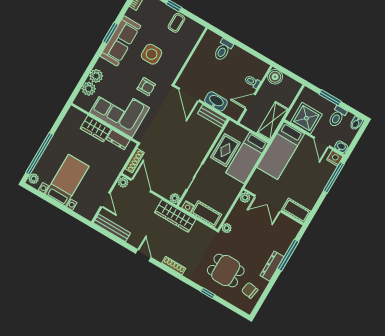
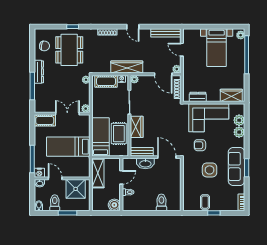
wardrobe: (96, 129) -> (231, 95), moved
wardrobe: (202, 146) -> (137, 127), added
bed: (281, 151) -> (68, 147), moved, turned -90
dining table: (226, 271) -> (69, 50), width x1.38

